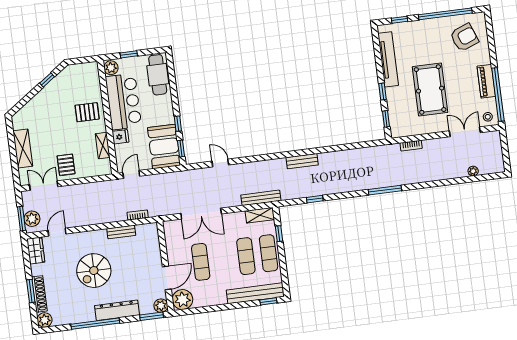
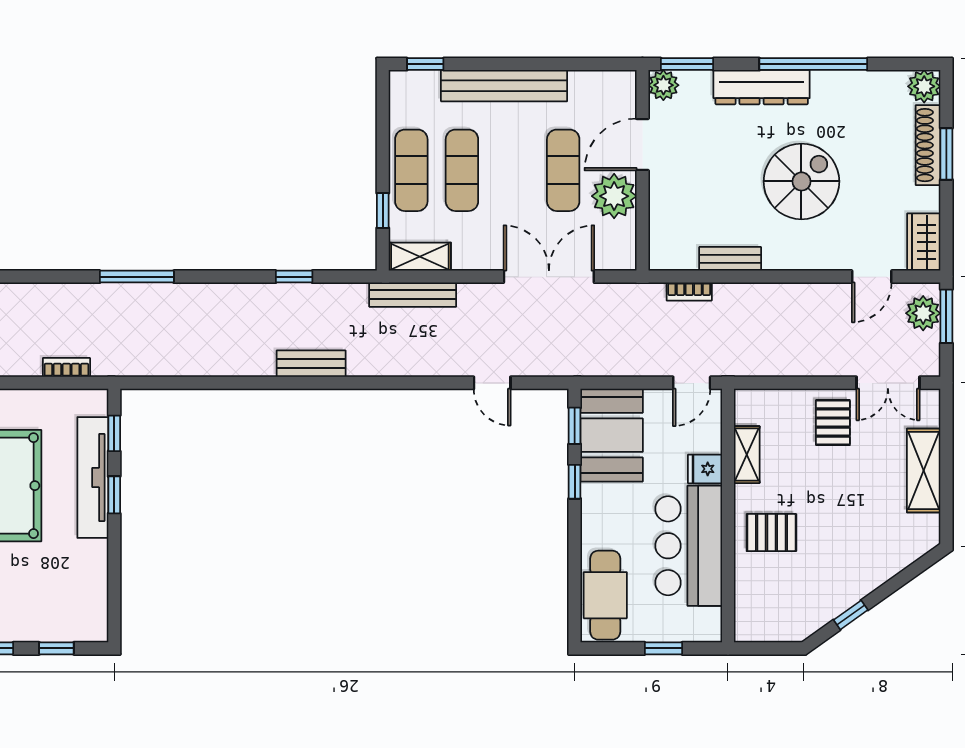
tv unit: (388, 59) -> (93, 477), moved
plant: (111, 68) -> (706, 624), removed
bench: (255, 293) -> (504, 86), moved
plant: (183, 300) -> (614, 196), moved

